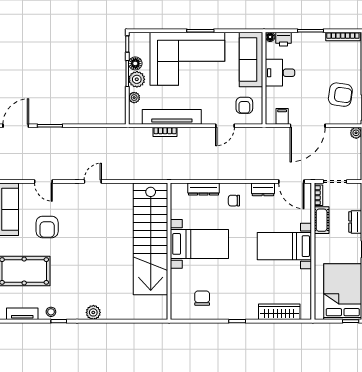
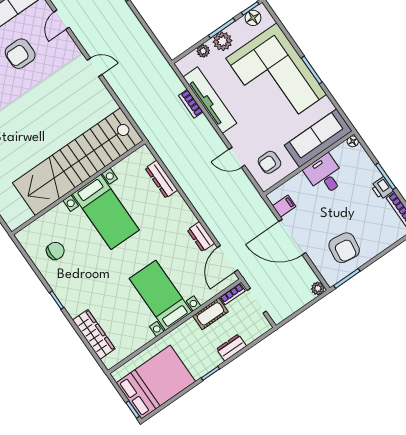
printer: (283, 39) -> (382, 188), moved
floor lamp: (135, 63) -> (253, 18), moved
chair: (234, 201) -> (171, 216), removed

